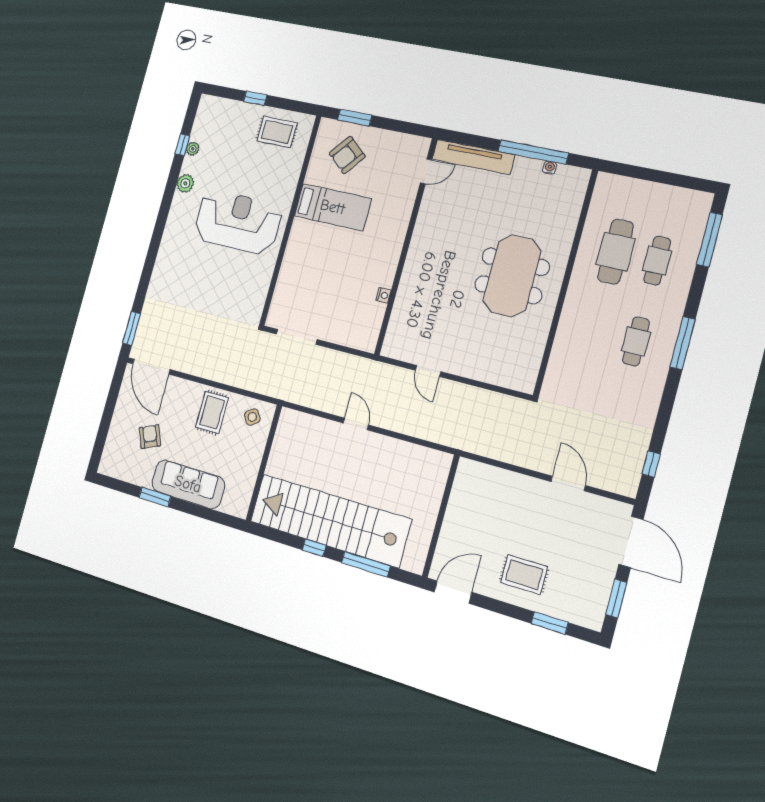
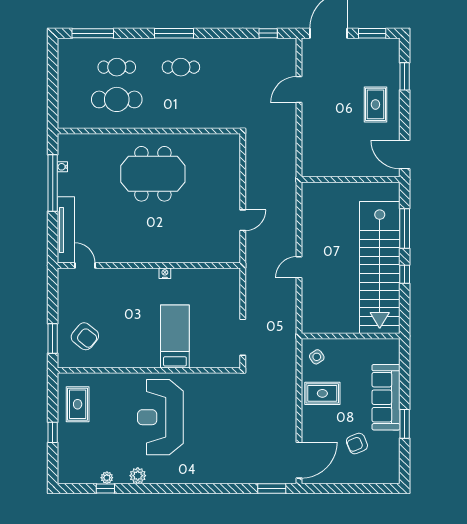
bed: (333, 207) -> (175, 336), moved
nightstand: (383, 295) -> (165, 273), moved

